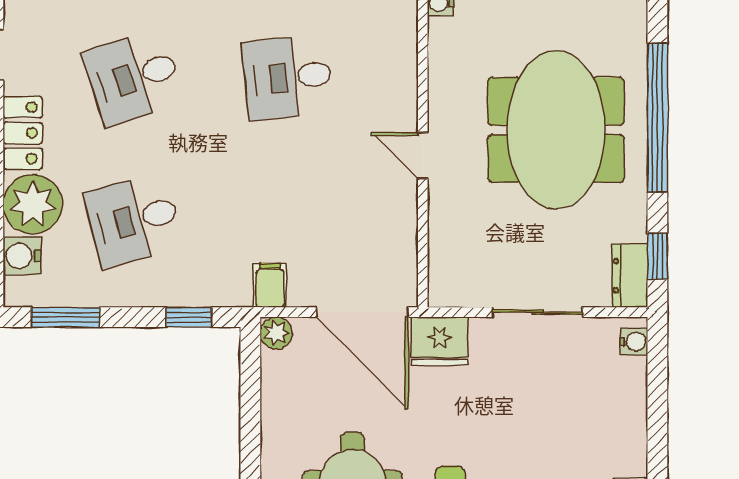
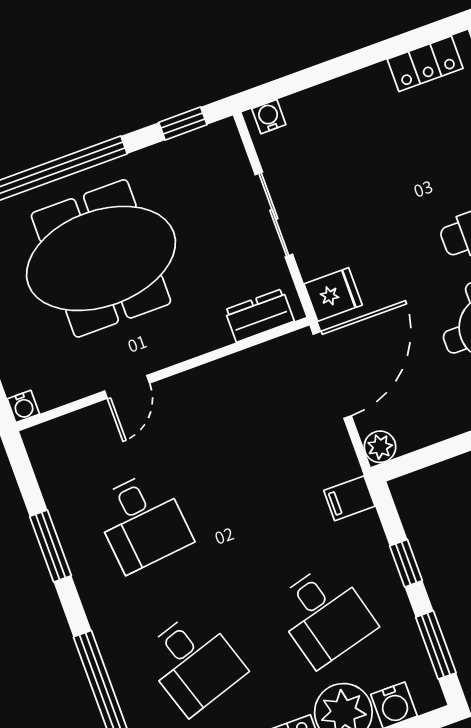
door: (423, 155) -> (127, 387), moved
dresser: (630, 276) -> (259, 315), moved, turned 180
filing cabinet: (270, 285) -> (349, 498), moved
window: (189, 317) -> (406, 563), moved
fridge: (440, 341) -> (333, 294), width x0.72

